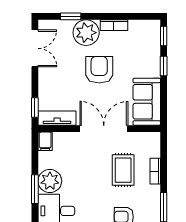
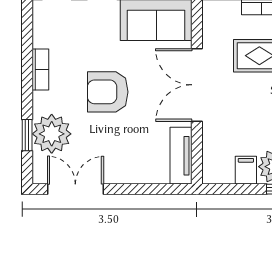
plant: (86, 33) -> (52, 134), moved
window: (35, 107) -> (165, 189), removed
filing cabinet: (45, 141) -> (246, 170), moved, turned -90

